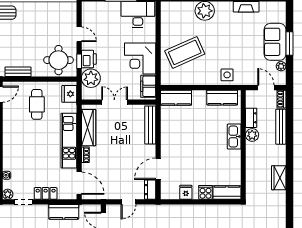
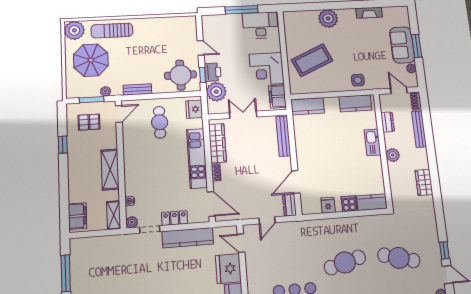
plant: (252, 135) -> (393, 155), moved
kitchen counter: (64, 212) -> (188, 238), width x1.50

